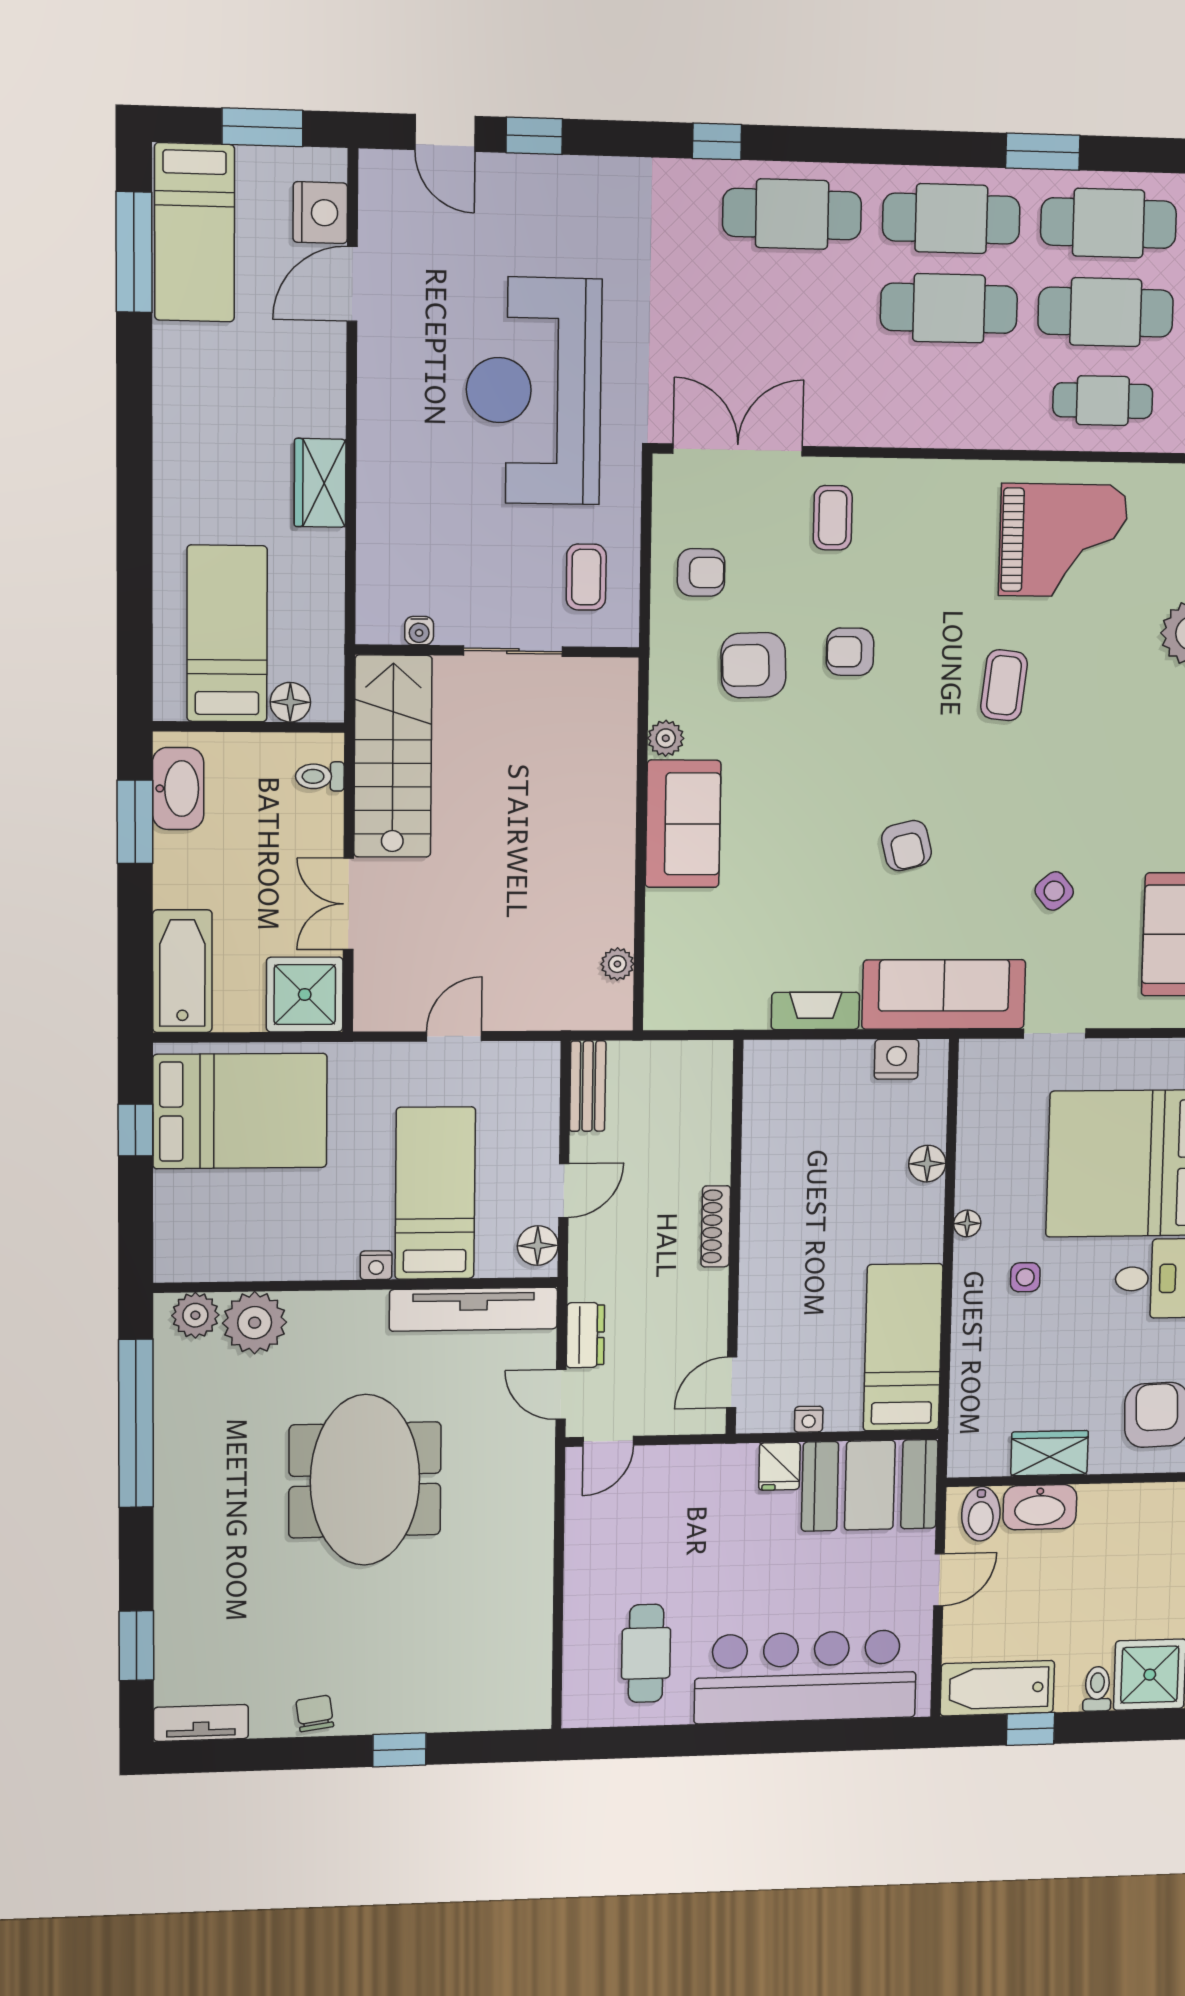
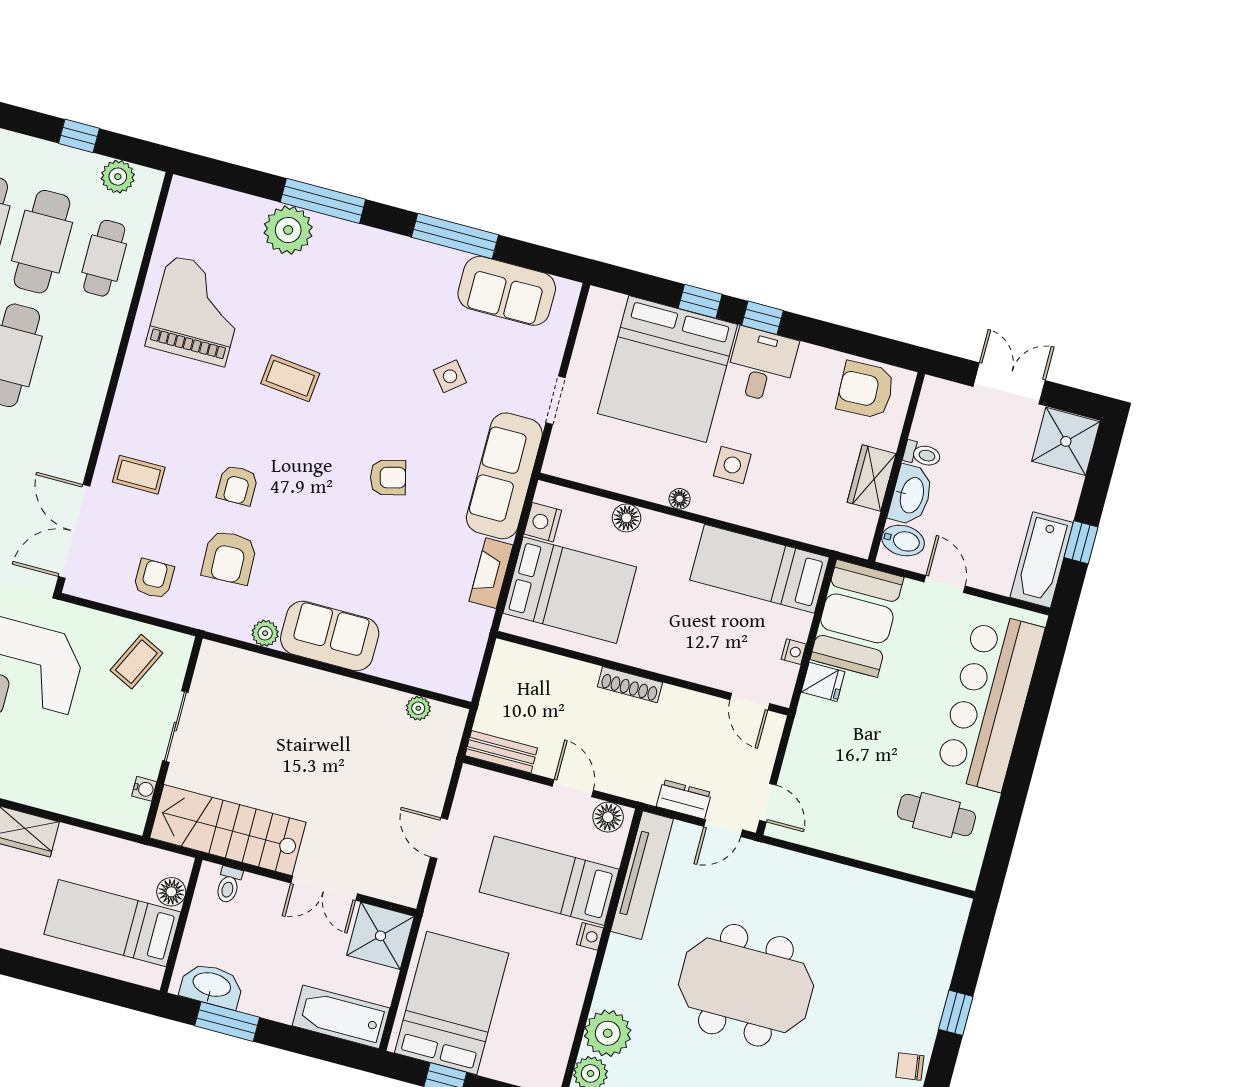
coffee table: (586, 577) -> (136, 662), turned -64
bed: (818, 1117) -> (570, 590), added
side table: (1025, 1277) -> (732, 465), width x1.37, depth x1.37
toilet: (1097, 1689) -> (922, 454), moved, turned 180

